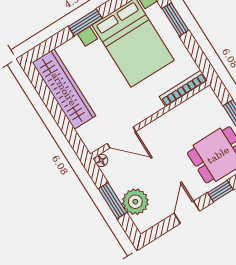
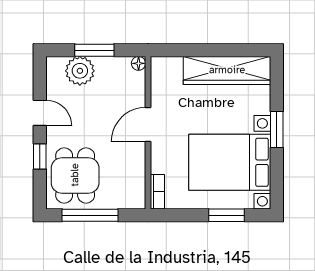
bookcase: (183, 89) -> (157, 192), width x0.64
door: (122, 137) -> (148, 125), moved

